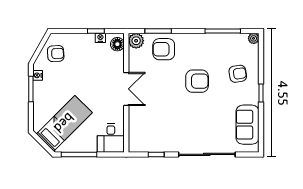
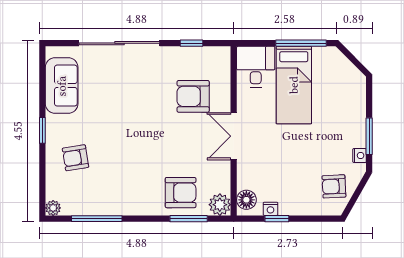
armchair: (197, 81) -> (193, 96), moved
bed: (64, 123) -> (294, 85), moved, turned -45

